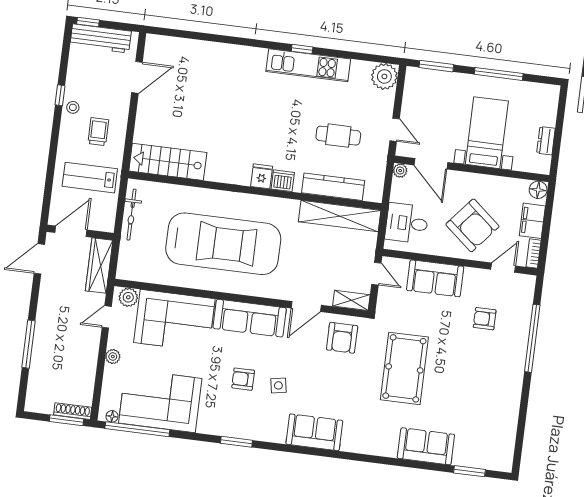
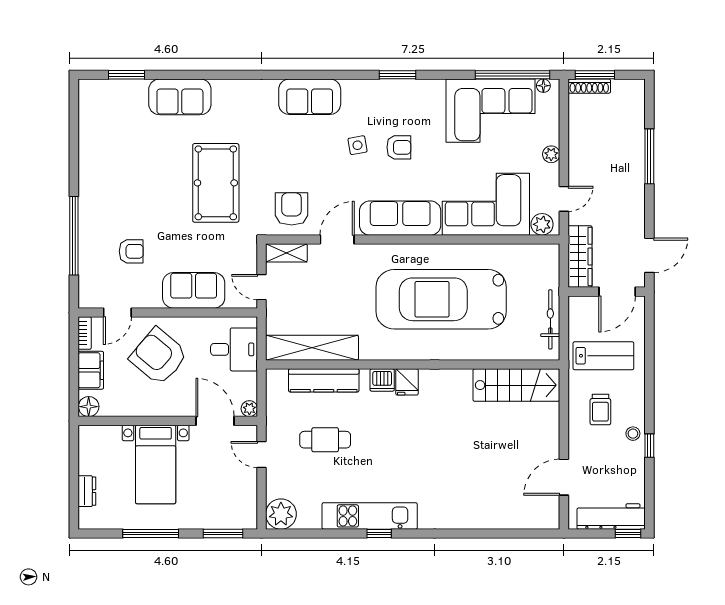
dresser: (546, 141) -> (87, 491), moved

